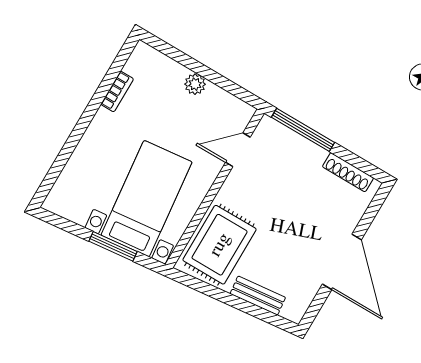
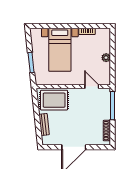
bed with nightstands: (147, 199) -> (60, 50), moved, turned 96

